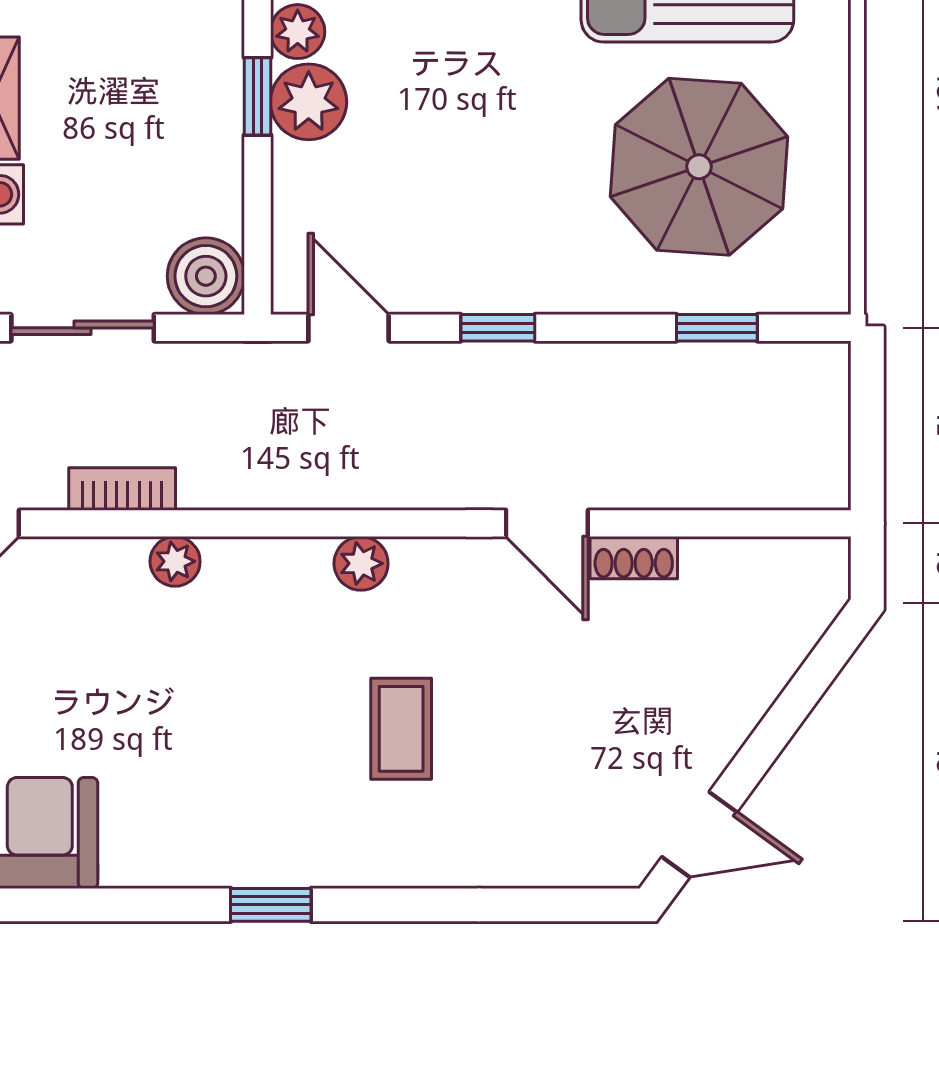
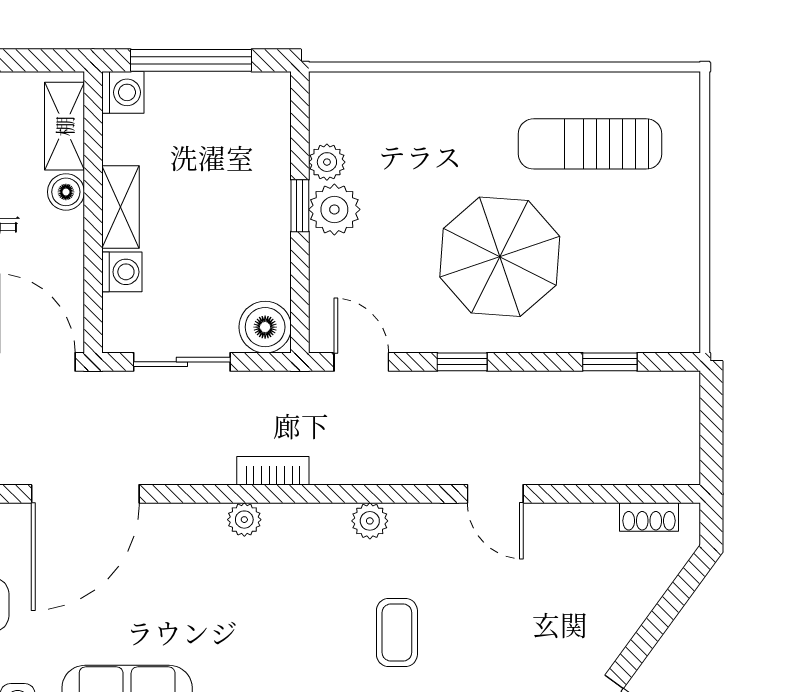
parasol: (699, 167) -> (500, 257), moved
bookcase: (122, 489) -> (273, 471), moved
shoe rack: (634, 558) -> (649, 517), moved

